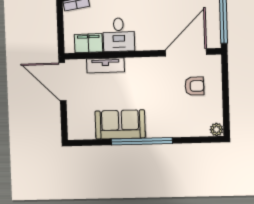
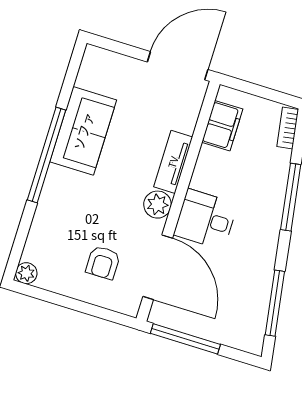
desk: (119, 35) -> (206, 219), moved
tv unit: (105, 65) -> (173, 162), moved
plant: (149, 65) -> (157, 205), added

